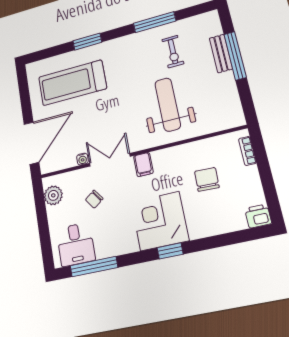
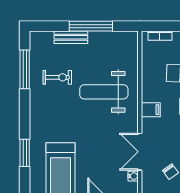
window: (155, 22) -> (25, 69), moved
window: (235, 56) -> (91, 26), moved
filing cabinet: (143, 164) -> (151, 110), moved

